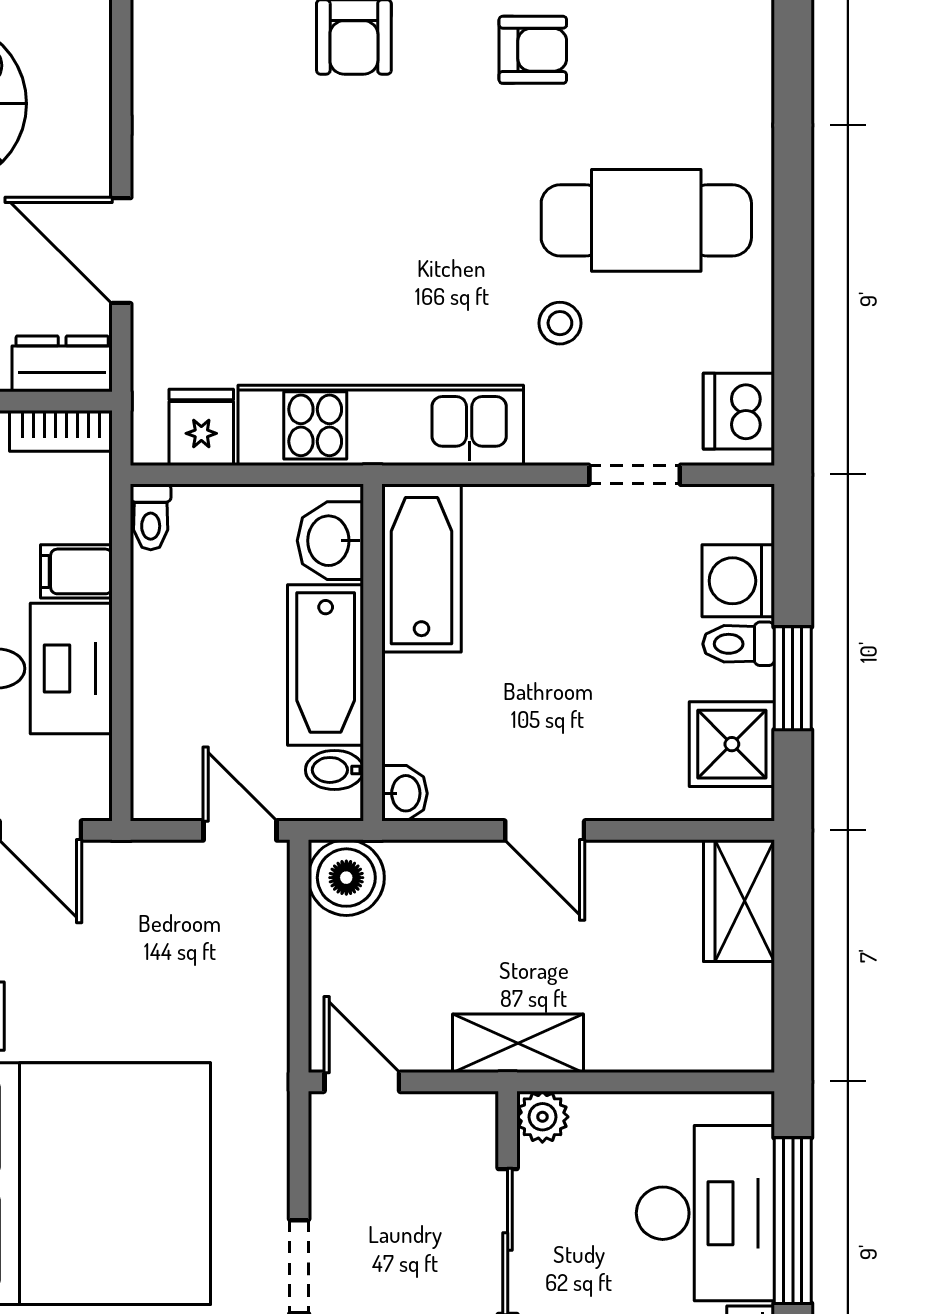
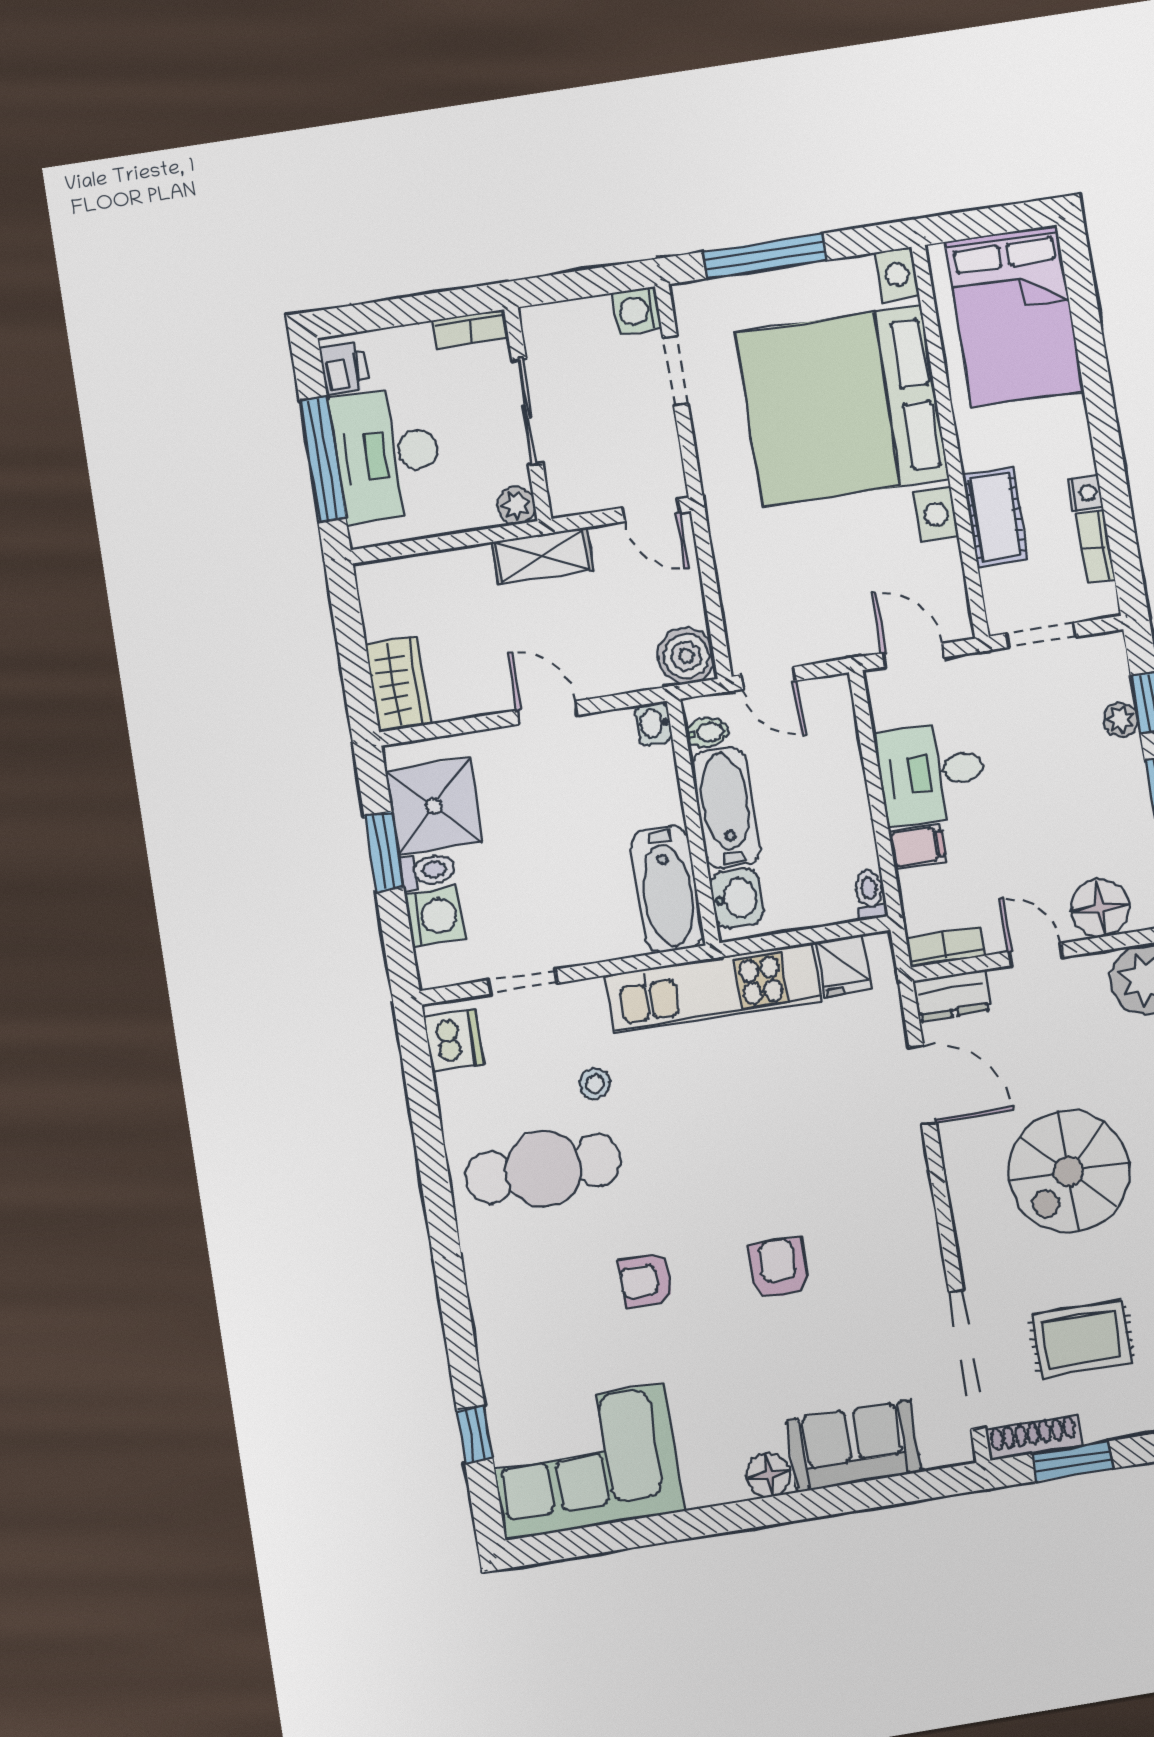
shower: (732, 744) -> (434, 806), width x1.36, depth x1.36

